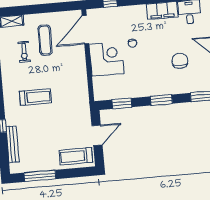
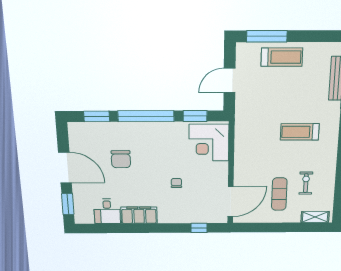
corner desk: (107, 59) -> (209, 143), moved
window: (161, 100) -> (146, 116), width x2.11
treadmill: (76, 156) -> (282, 57), moved
window: (40, 176) -> (267, 36), moved

